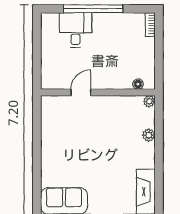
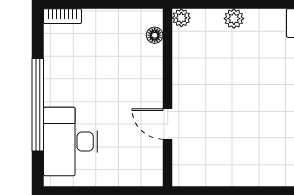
desk: (76, 30) -> (71, 142), width x1.37

